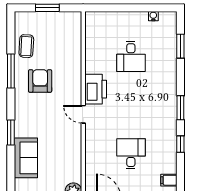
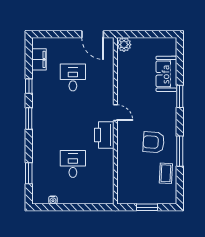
armchair: (40, 81) -> (154, 142), turned 94
desk: (131, 154) -> (73, 77), turned 180
filing cabinet: (169, 180) -> (39, 59), width x2.00

